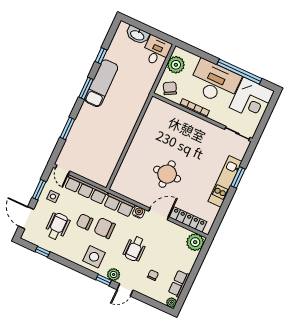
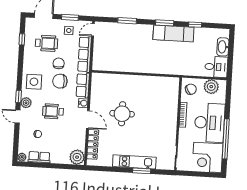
chair: (105, 228) -> (60, 81), turned -90

